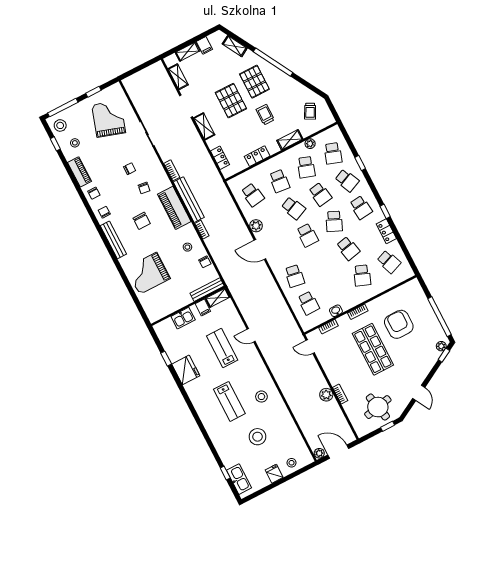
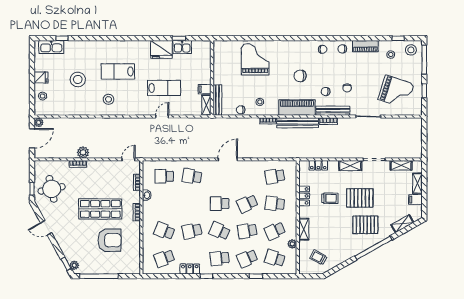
trolley: (265, 115) -> (330, 198), moved
school desk: (306, 167) -> (275, 231), turned -42
plant: (256, 226) -> (248, 166), removed
bench: (113, 240) -> (333, 111), moved
kitchen sink: (183, 318) -> (182, 47), moved, turned -90

